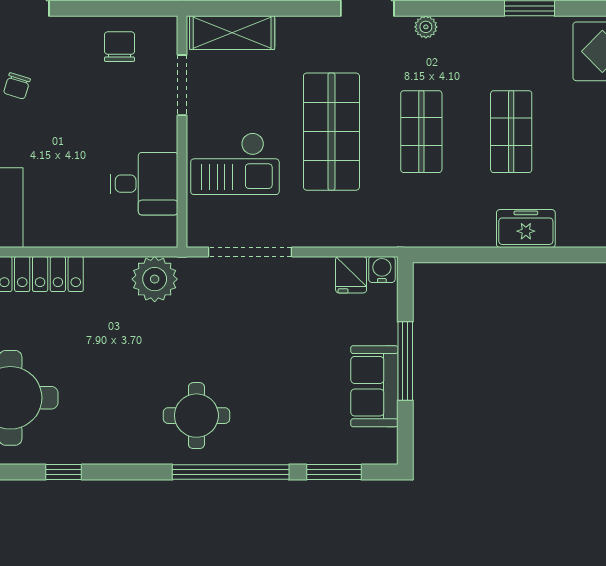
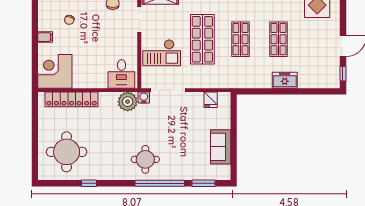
desk: (144, 184) -> (121, 74), moved, turned 90
water cooler: (382, 269) -> (144, 98), moved
window: (405, 361) -> (234, 136), removed

